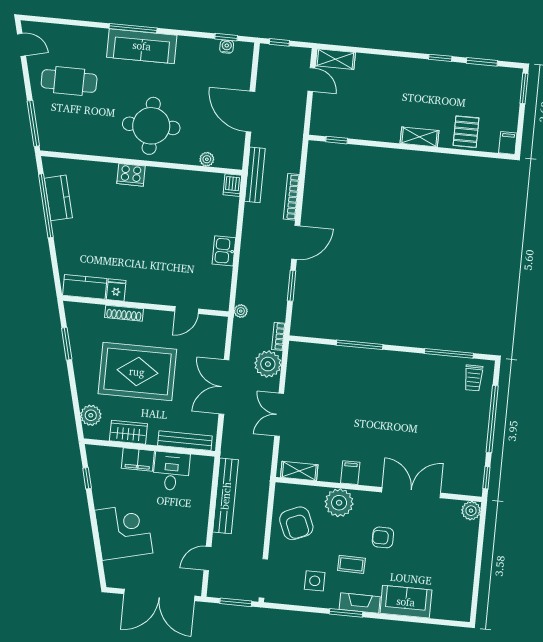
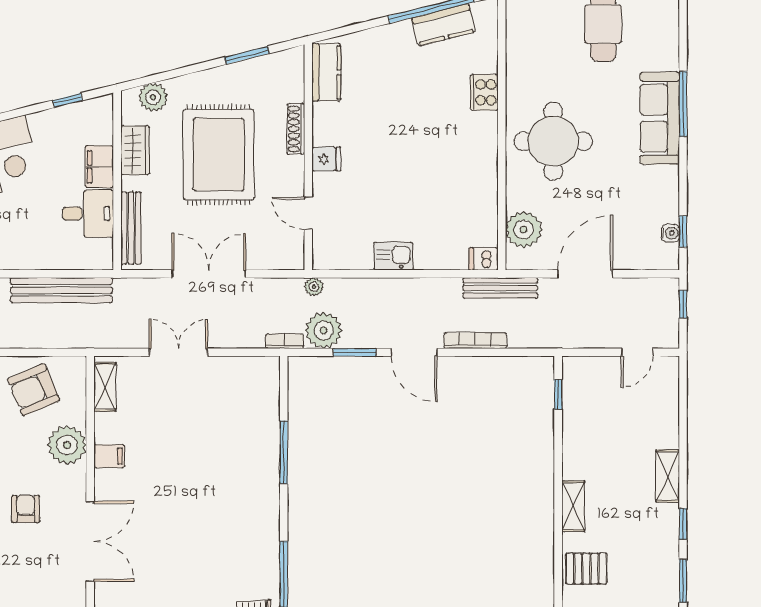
shelving: (335, 59) -> (668, 476), moved
plant: (207, 159) -> (524, 230), width x1.88, depth x1.88
cooker: (131, 175) -> (484, 92), moved
fridge: (116, 290) -> (326, 159), moved
plant: (268, 364) -> (324, 330), moved

